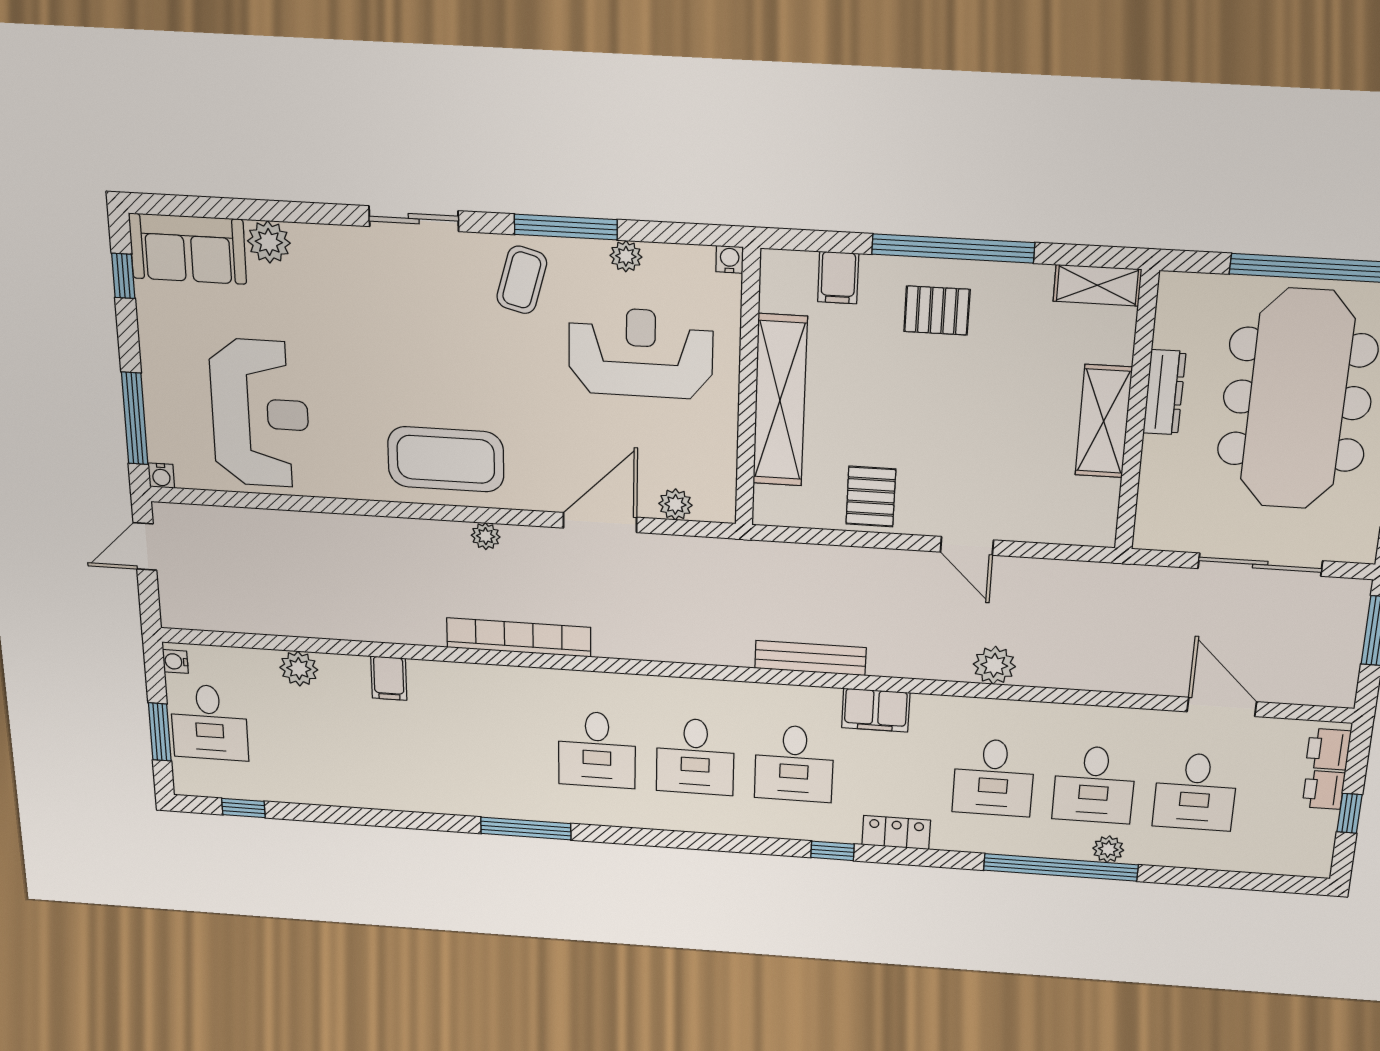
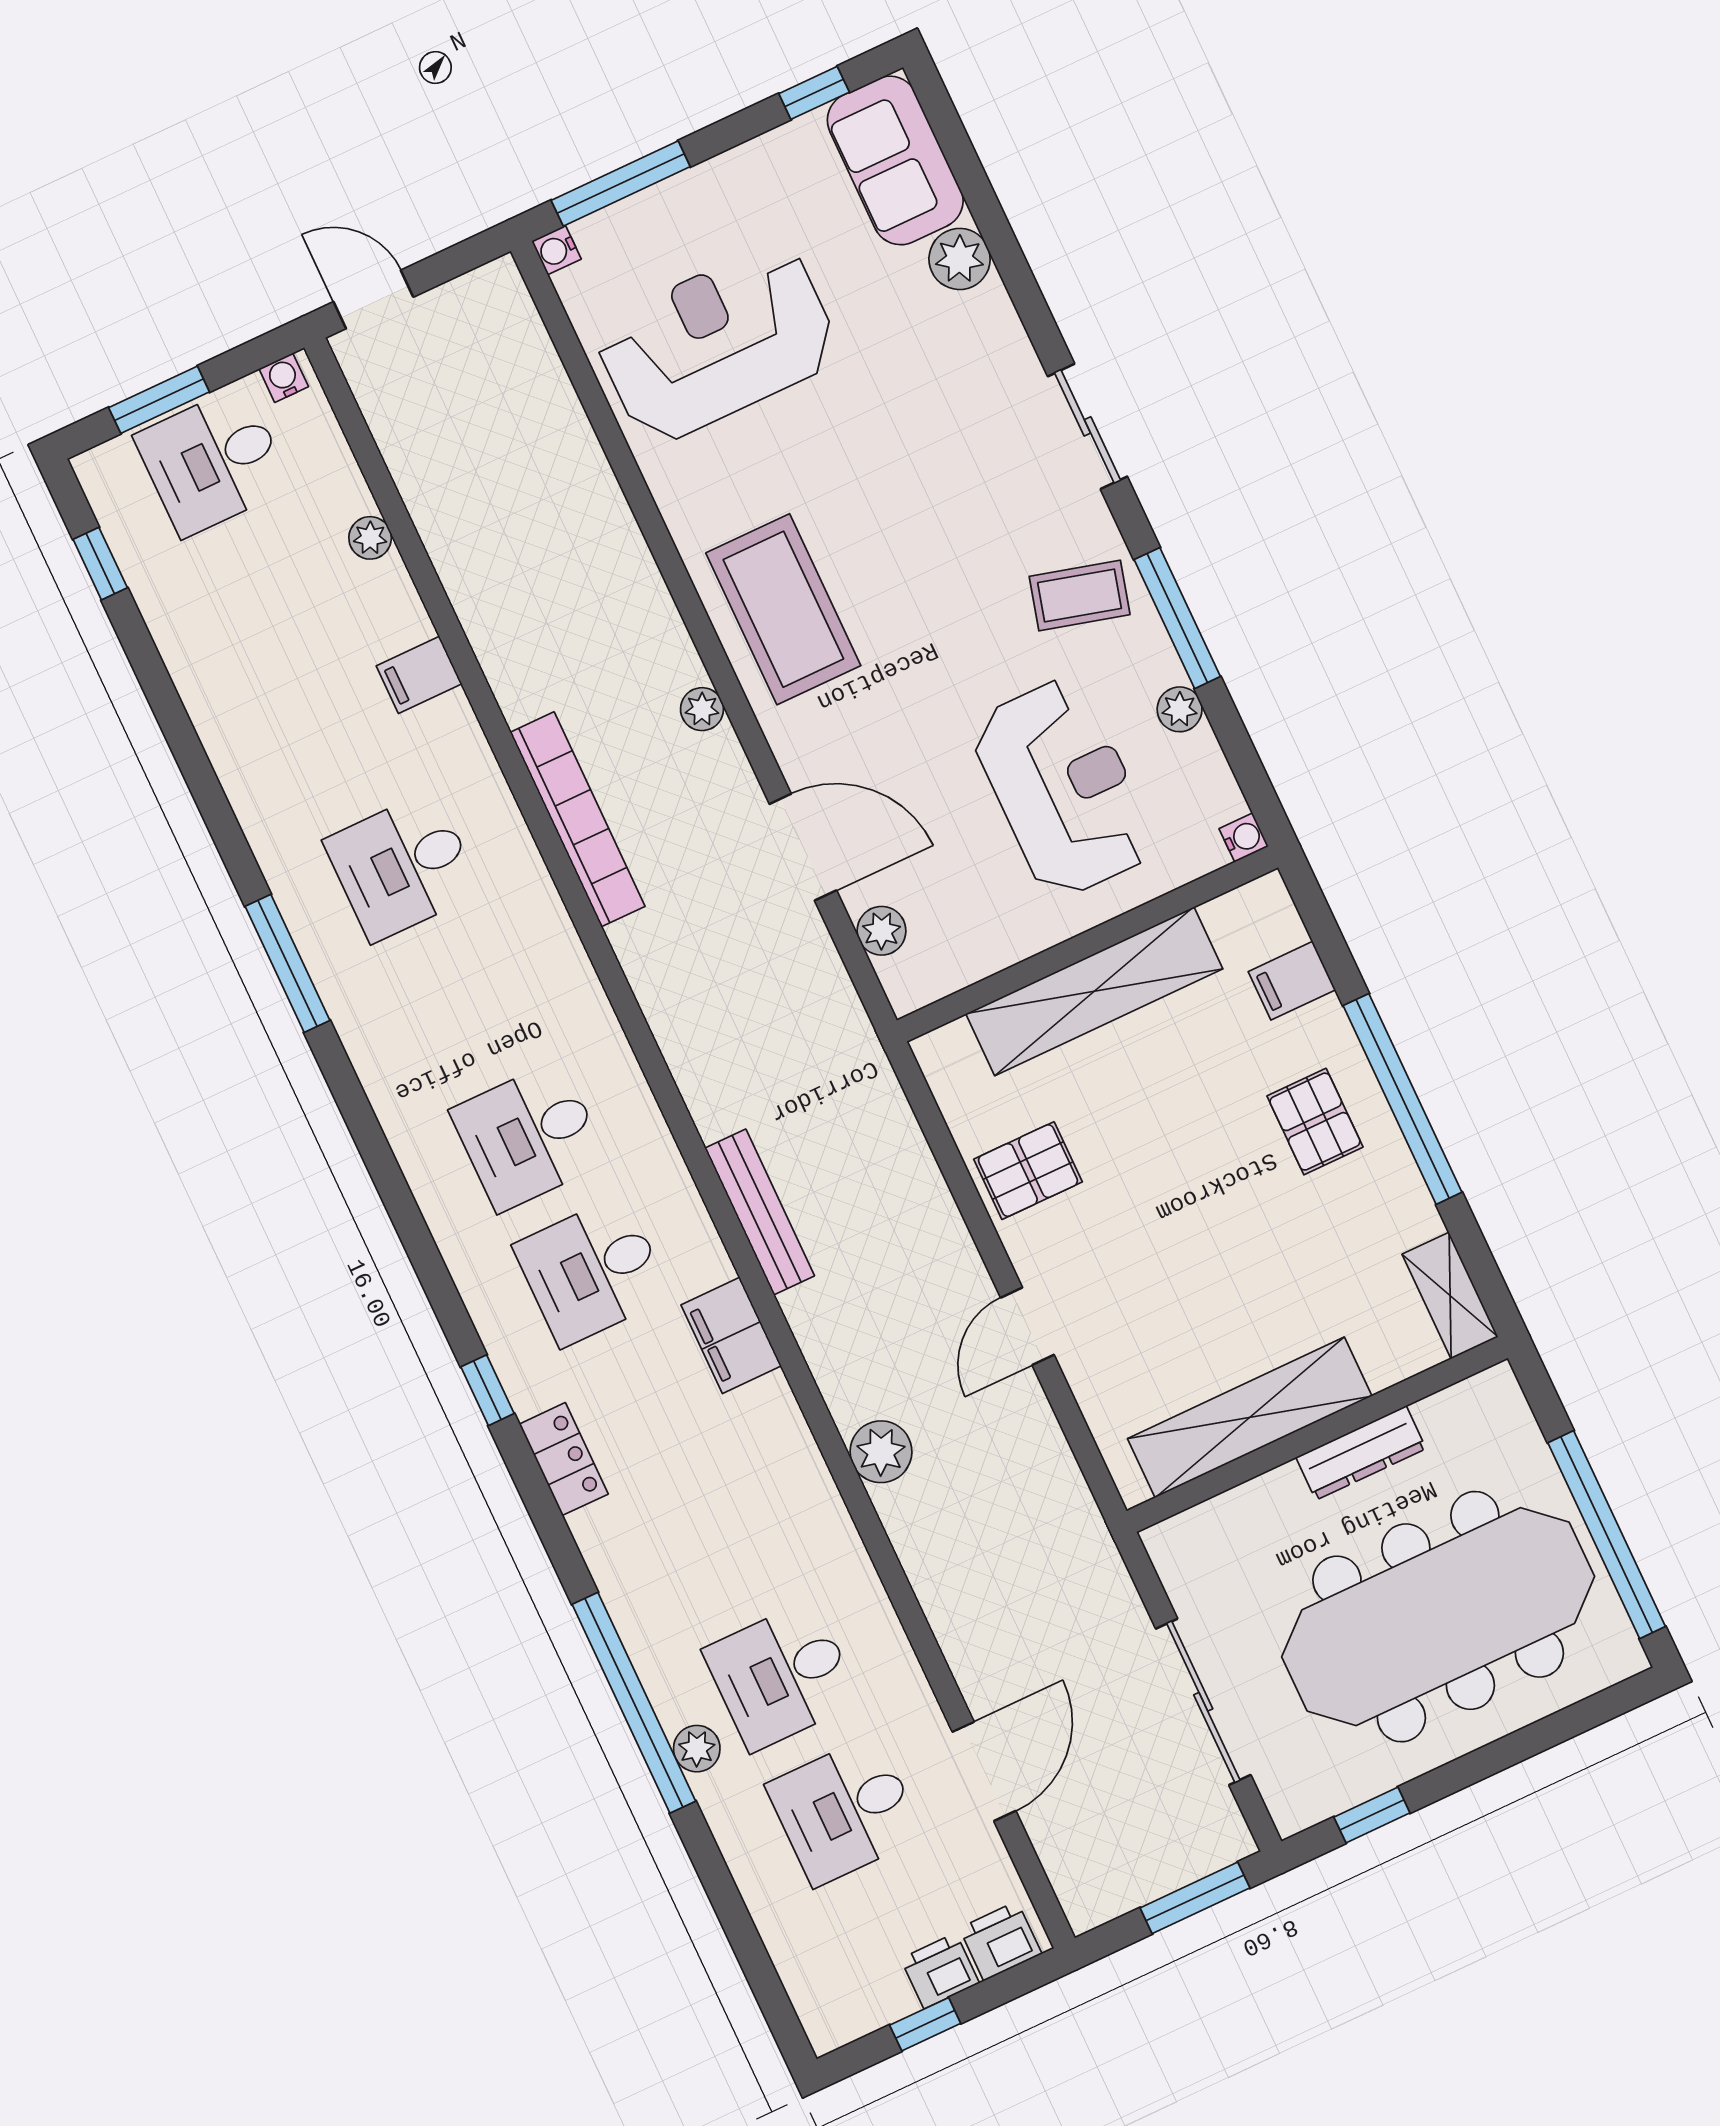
reception desk: (260, 413) -> (717, 343), turned 180
shelving: (1104, 421) -> (1250, 1417), width x1.47
door: (145, 546) -> (373, 299), moved
plant: (299, 669) -> (370, 538), width x0.73, depth x0.73
desk: (597, 750) -> (403, 866), moved
desk: (994, 777) -> (718, 1541), removed

